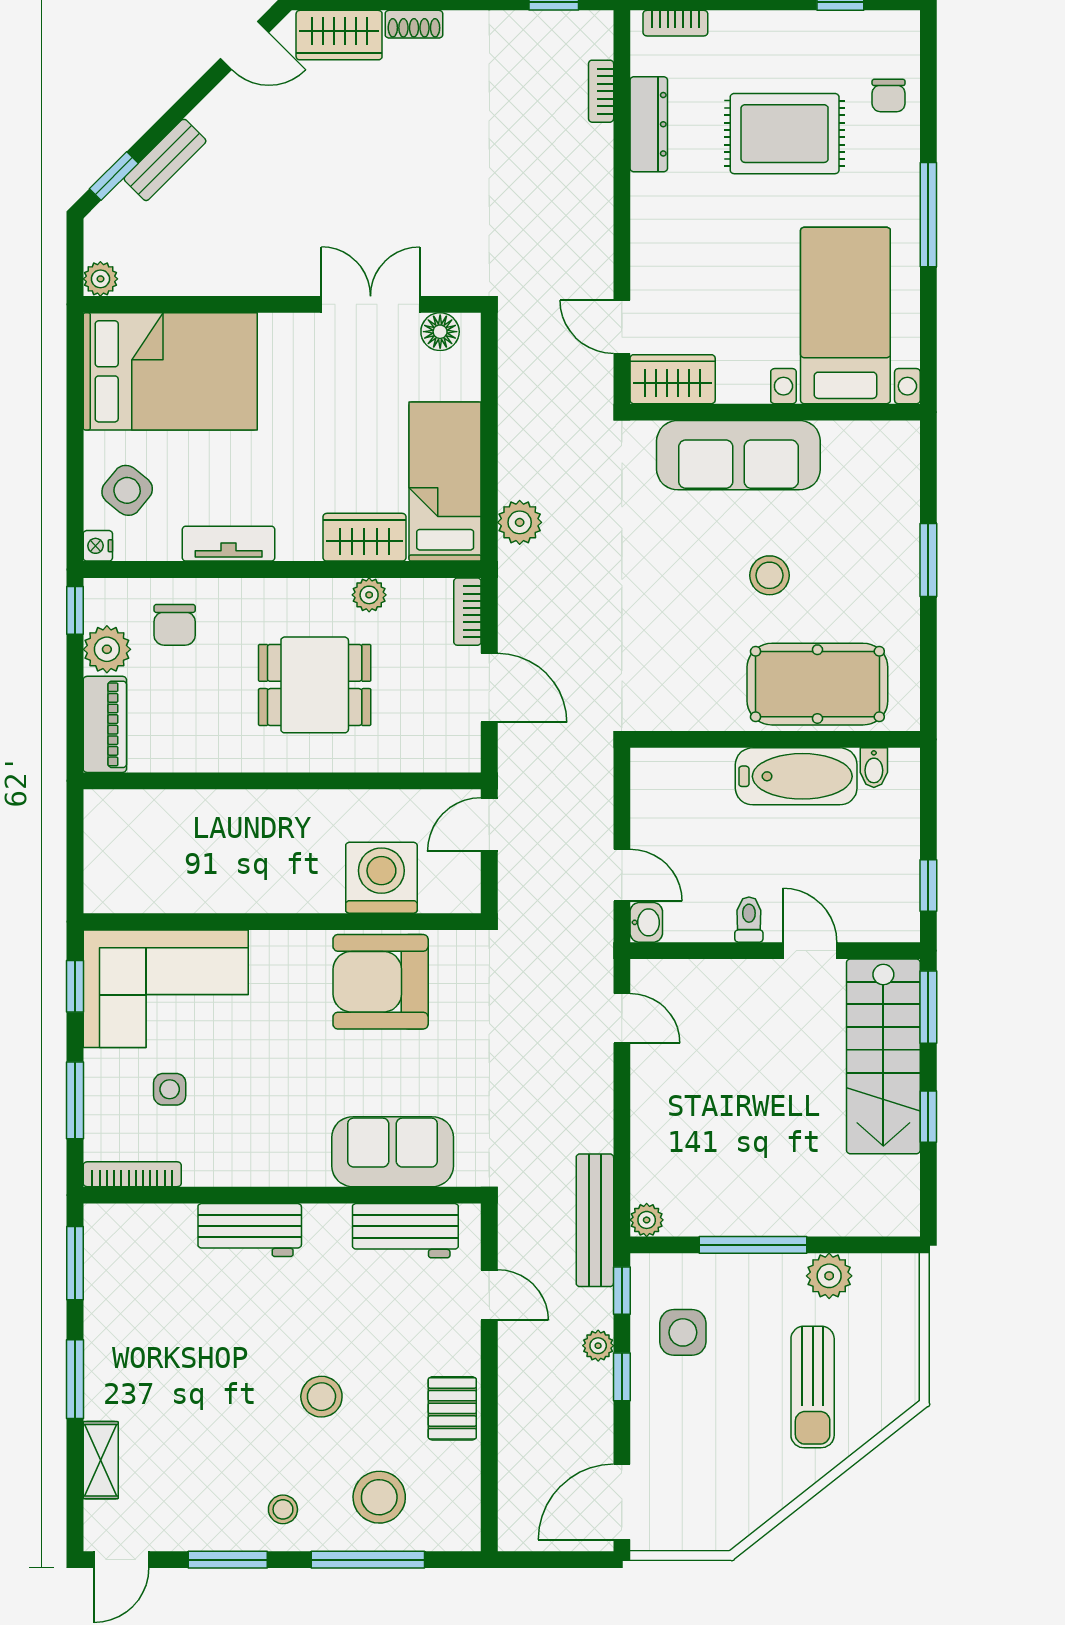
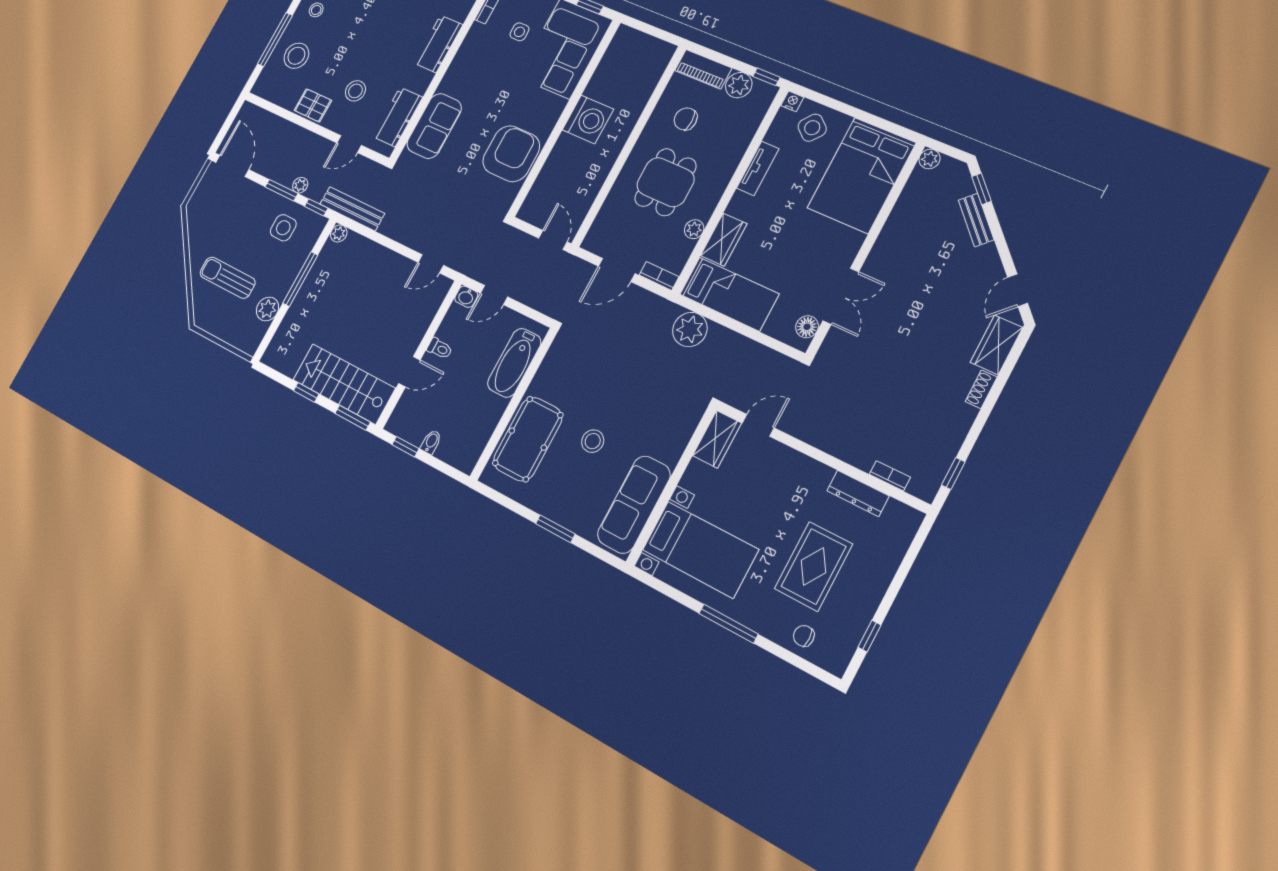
bookcase: (675, 23) -> (906, 536), removed
sofa: (738, 455) -> (634, 505), moved
plant: (520, 522) -> (690, 329), width x1.36, depth x1.36
chair: (175, 625) -> (686, 119), moved
bidet: (874, 768) -> (431, 442), moved, turned 90
bathtub: (796, 776) -> (514, 363), moved
washing machine: (381, 878) -> (588, 120), moved
window: (622, 1377) -> (281, 190), width x1.50
stool: (321, 1397) -> (355, 91), moved

